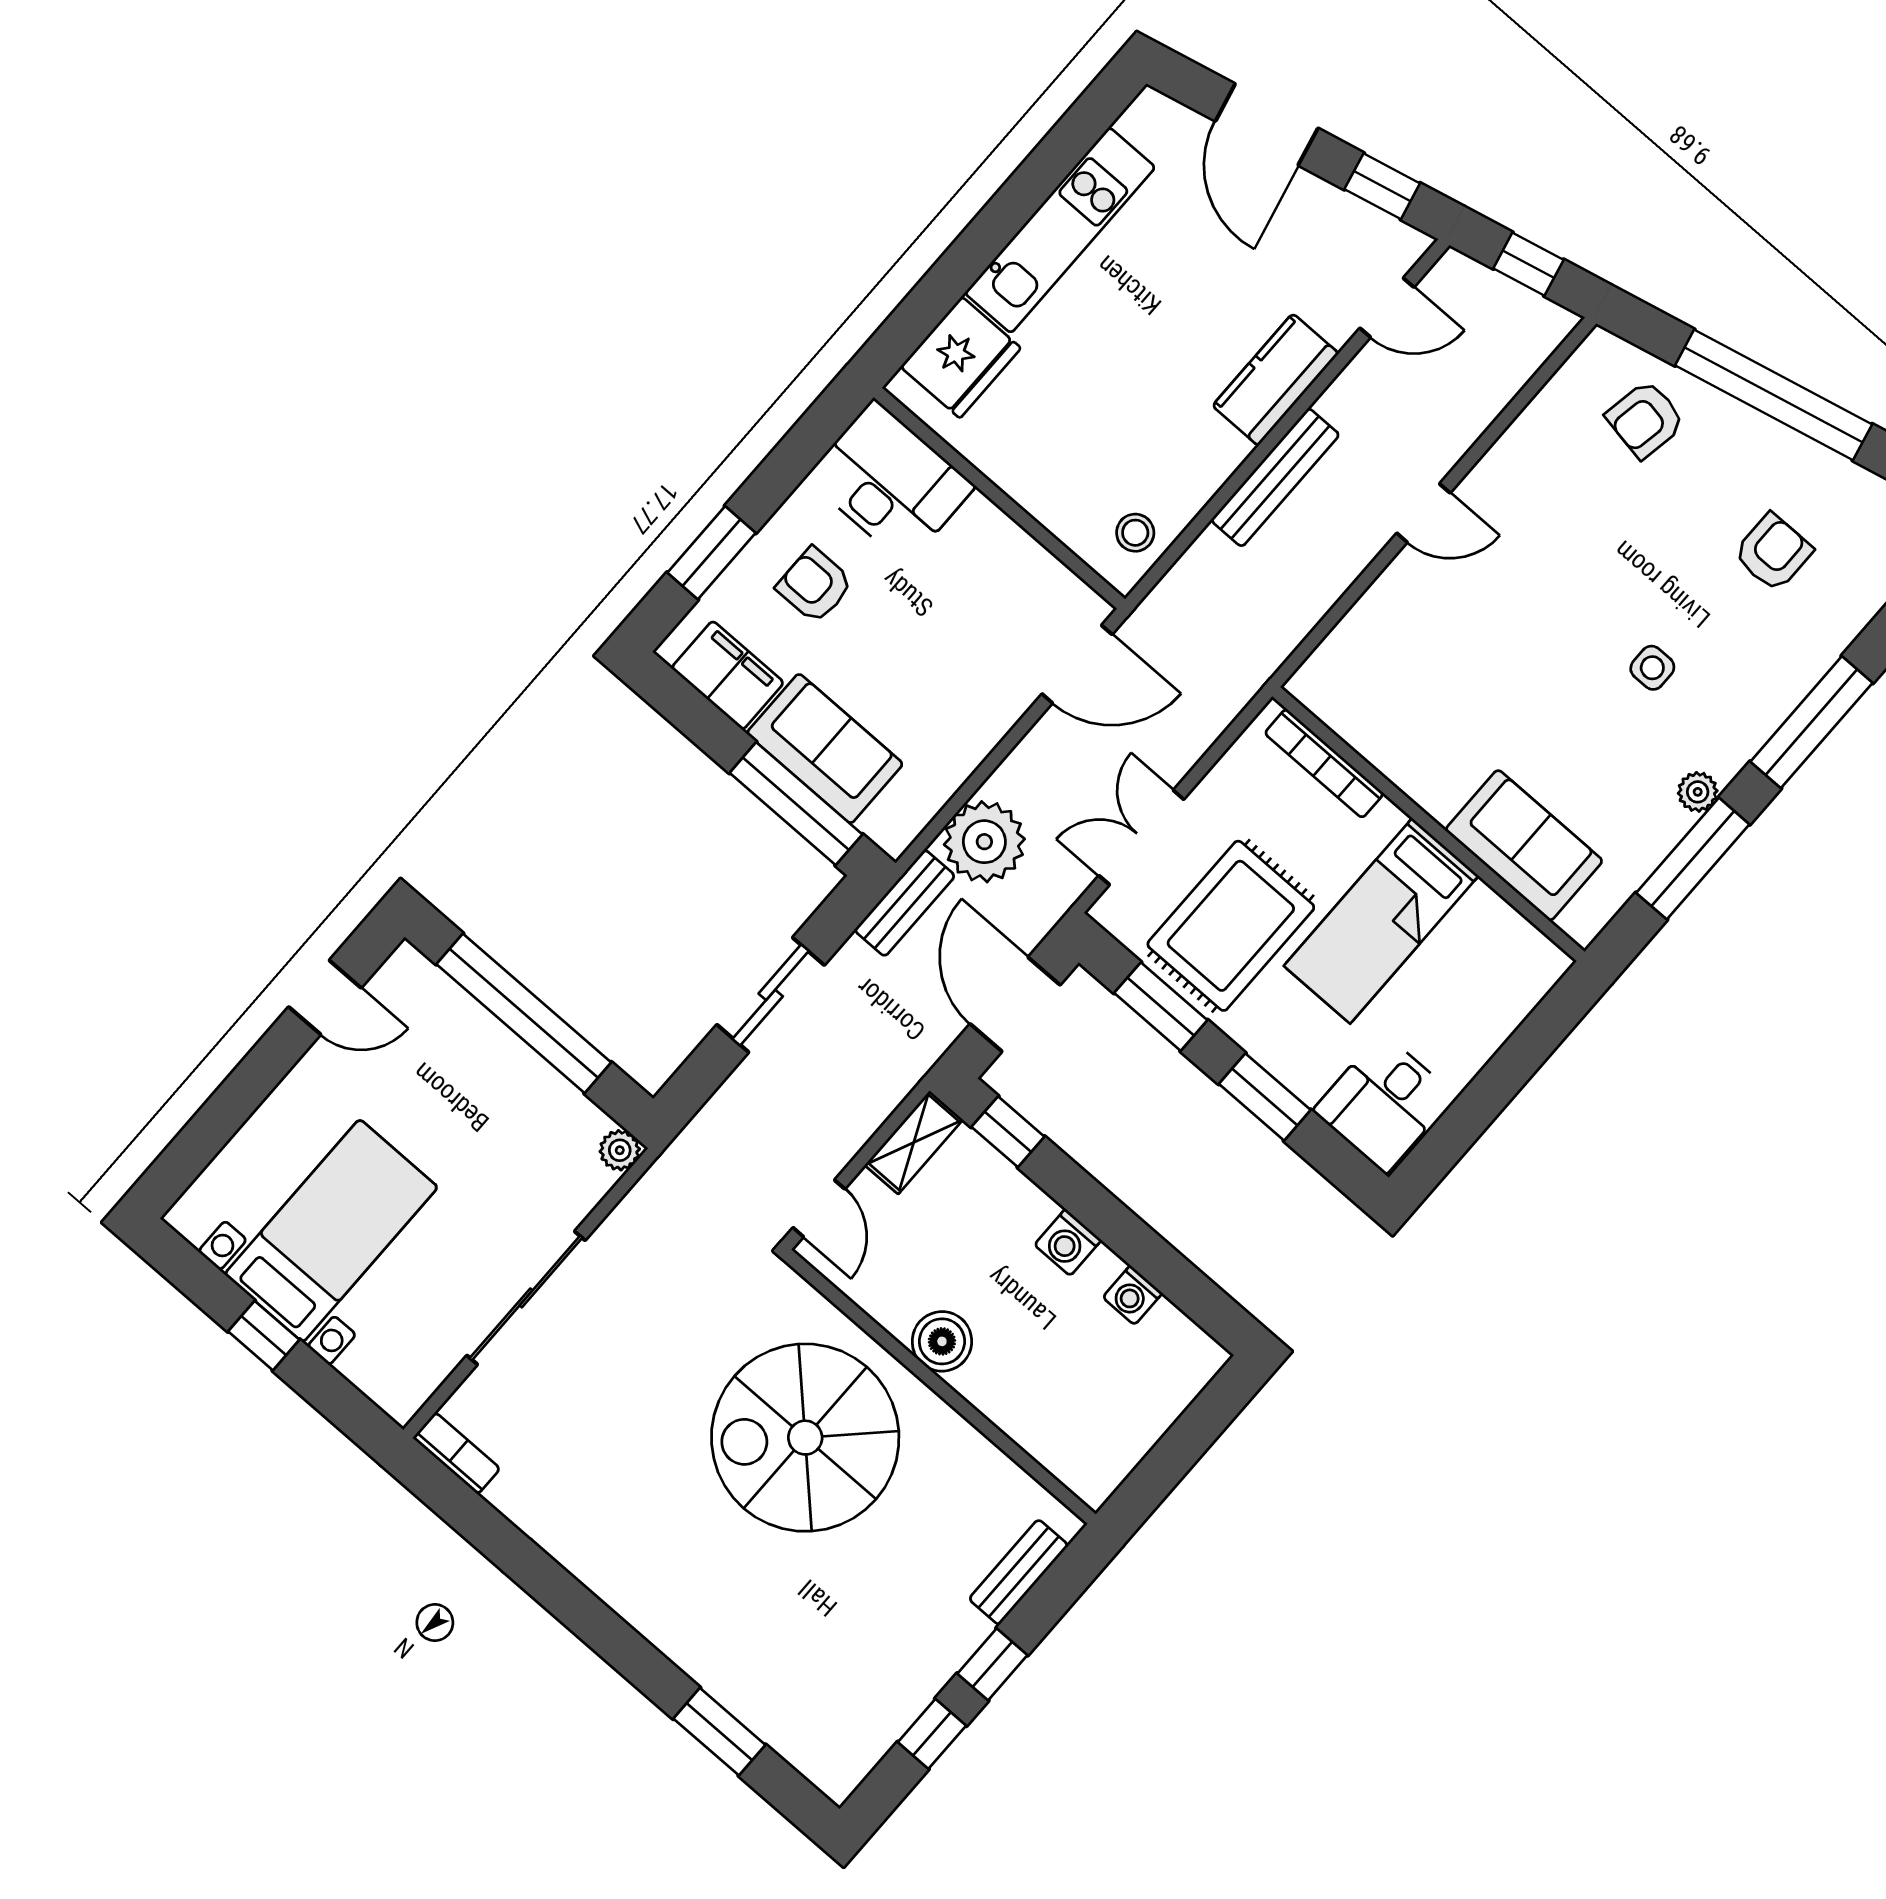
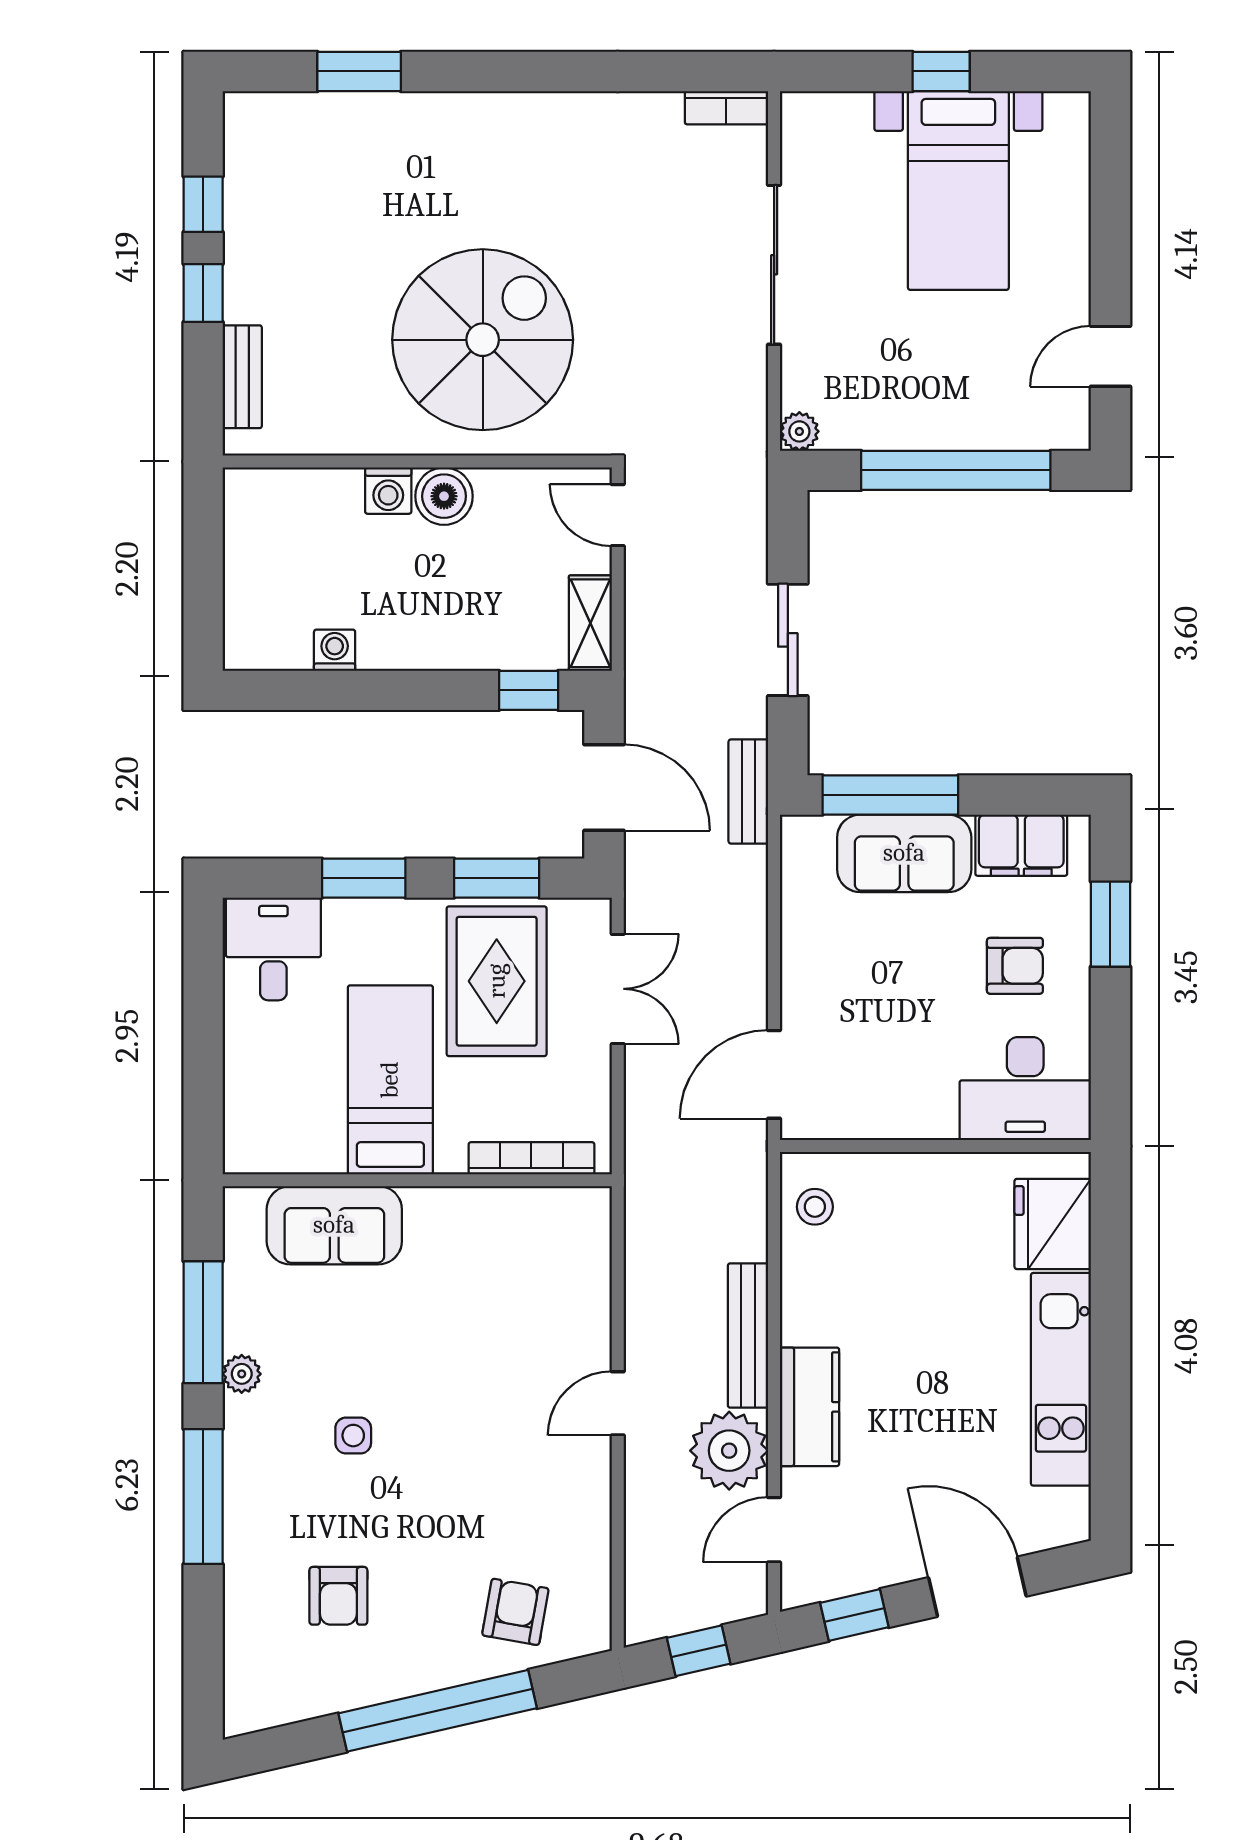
plant: (984, 842) -> (729, 1451), moved
washing machine: (1068, 1242) -> (388, 491), moved, turned 180

